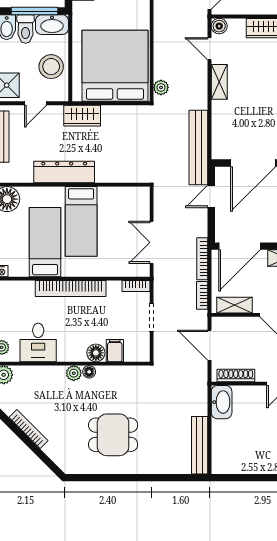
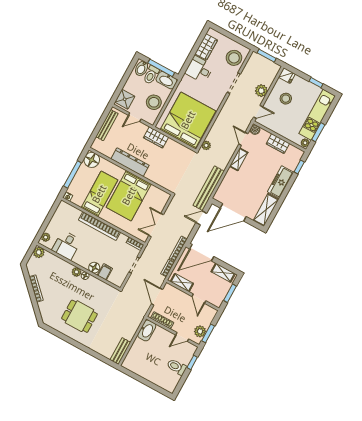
bed: (81, 221) -> (129, 196), width x1.50
bench: (200, 445) -> (120, 351), width x0.73

